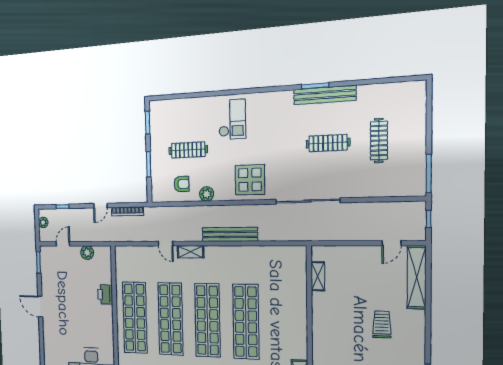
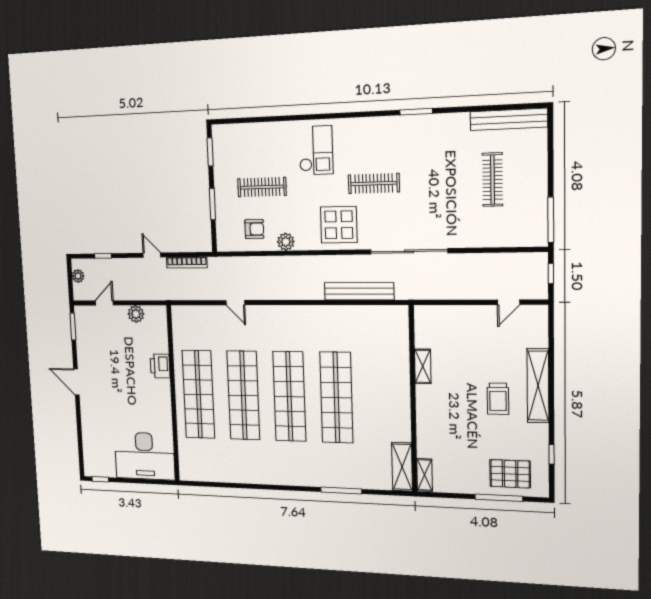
bench: (325, 95) -> (509, 119), moved
clothes rail: (328, 143) -> (374, 183), moved
door: (100, 206) -> (152, 255), swing flipped
bench: (230, 234) -> (359, 291), moved
shelving: (191, 252) -> (267, 313), removed
shelving: (318, 276) -> (423, 366), moved
shelving: (417, 277) -> (538, 386), moved
trolley: (382, 325) -> (498, 399), turned 180

